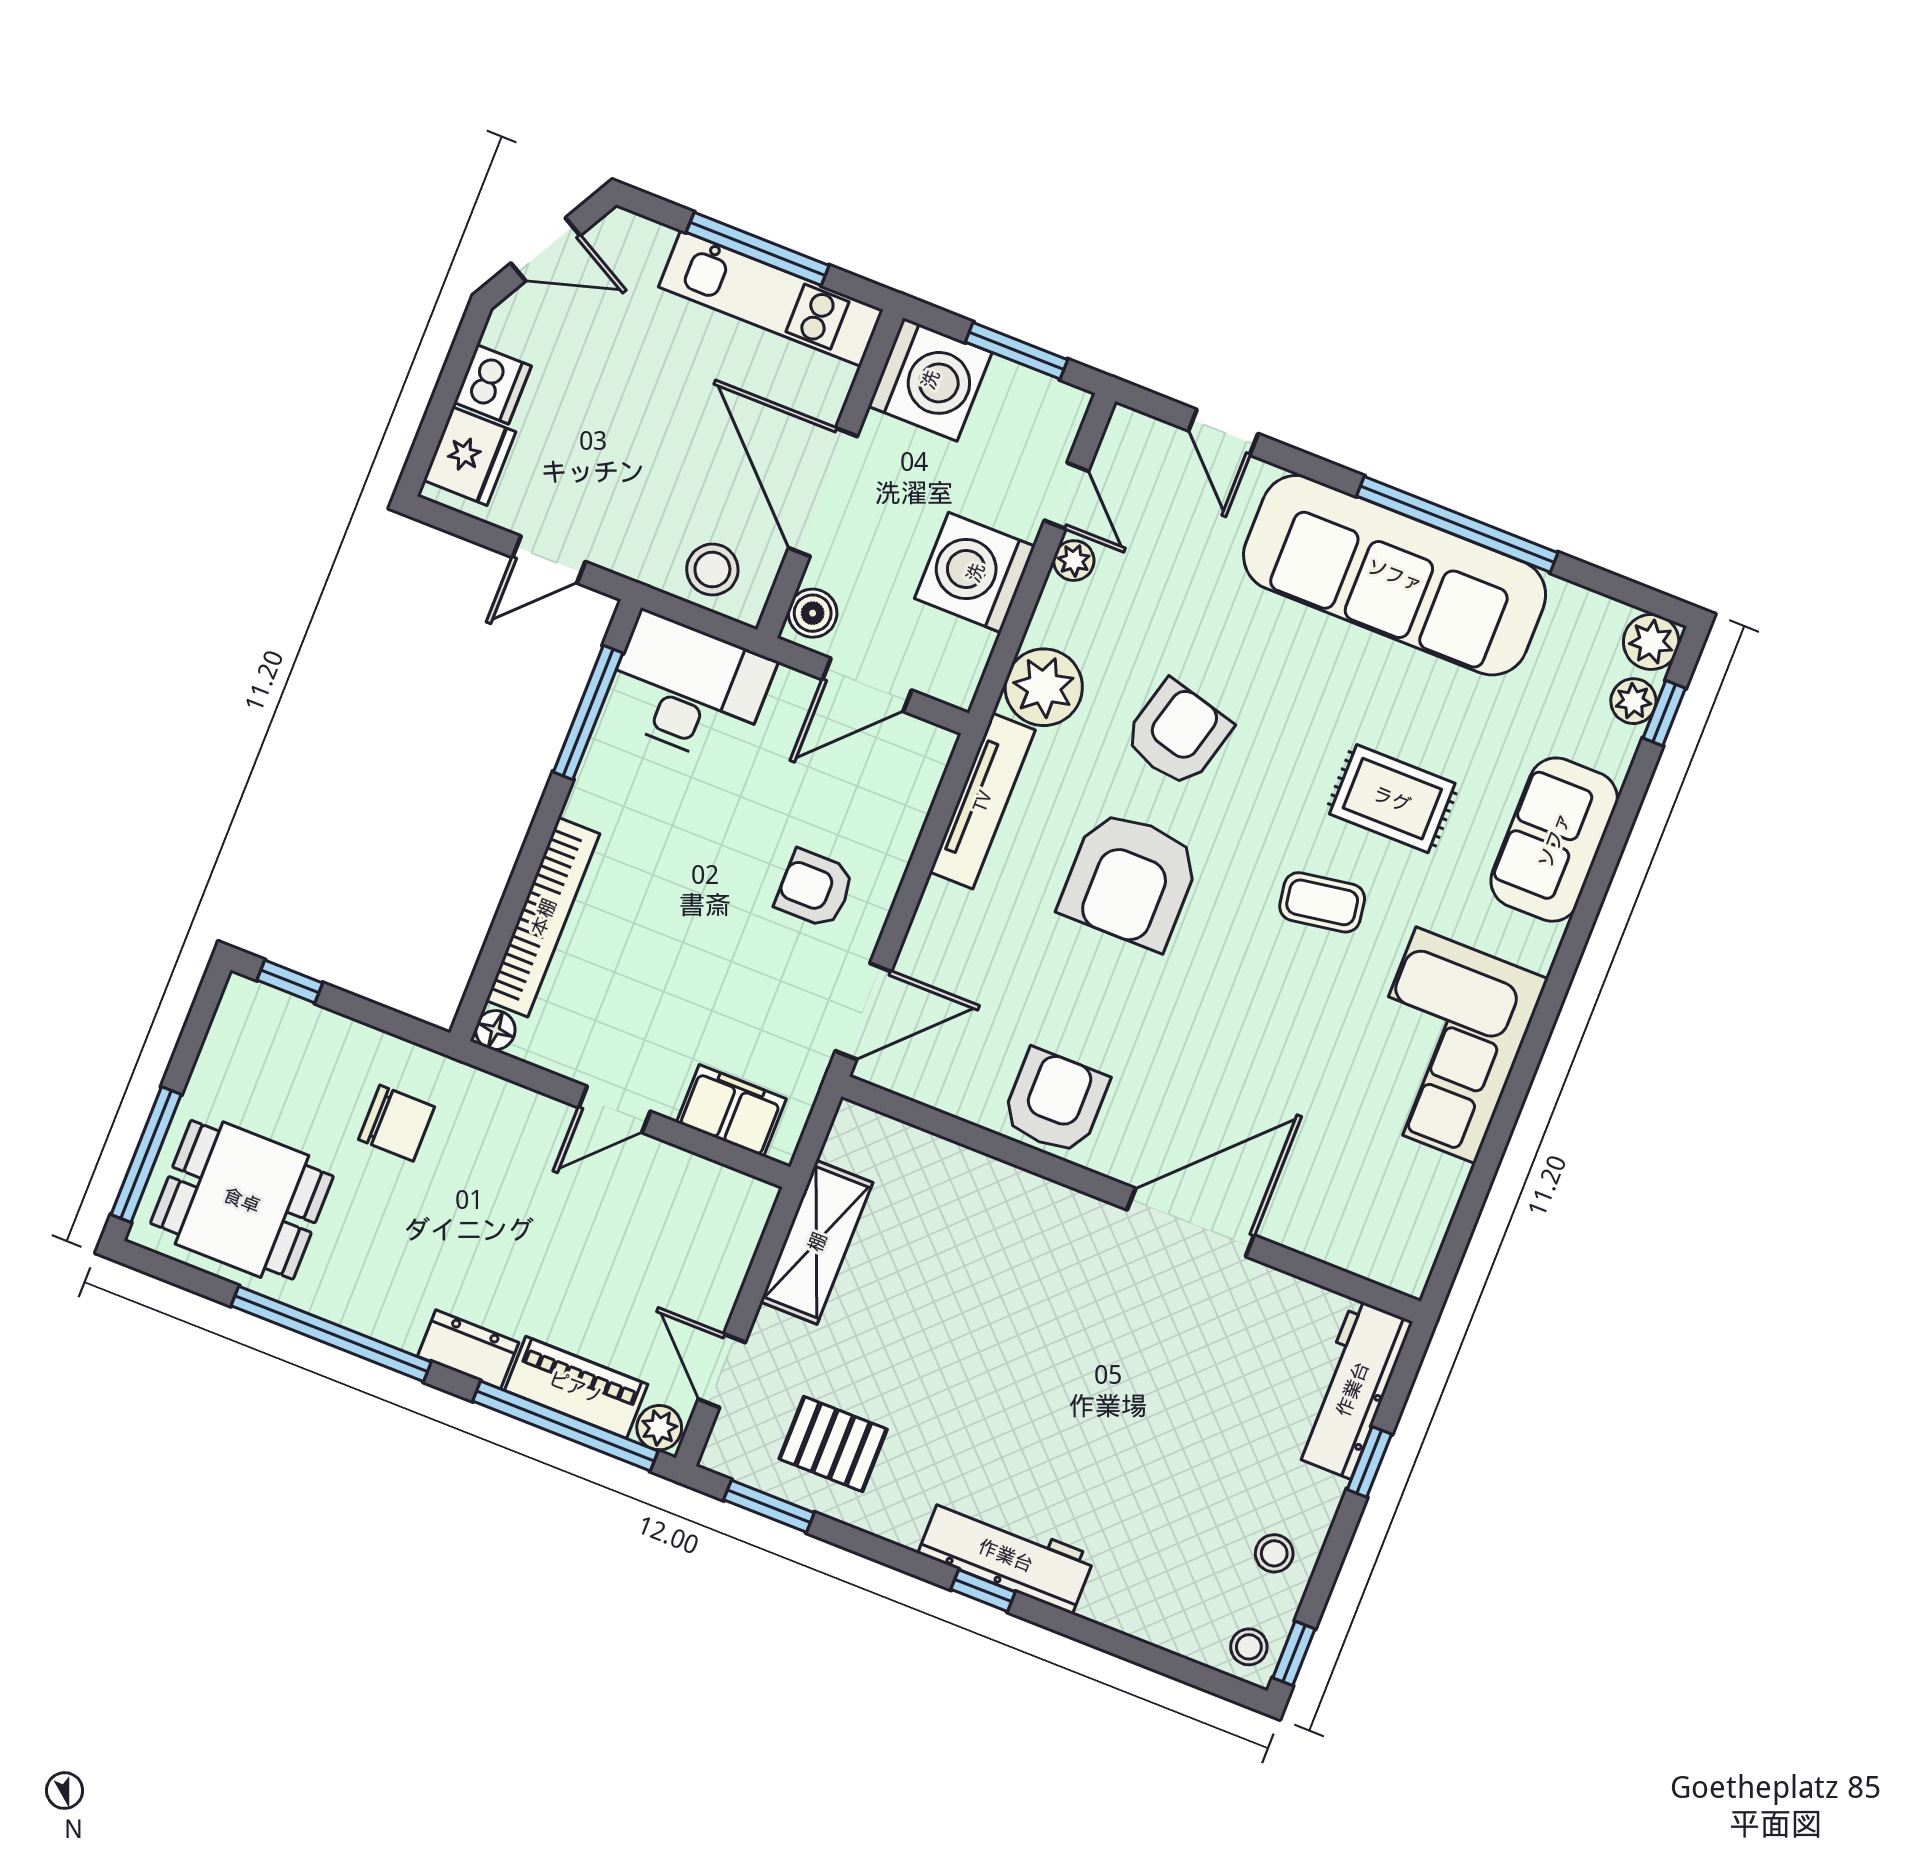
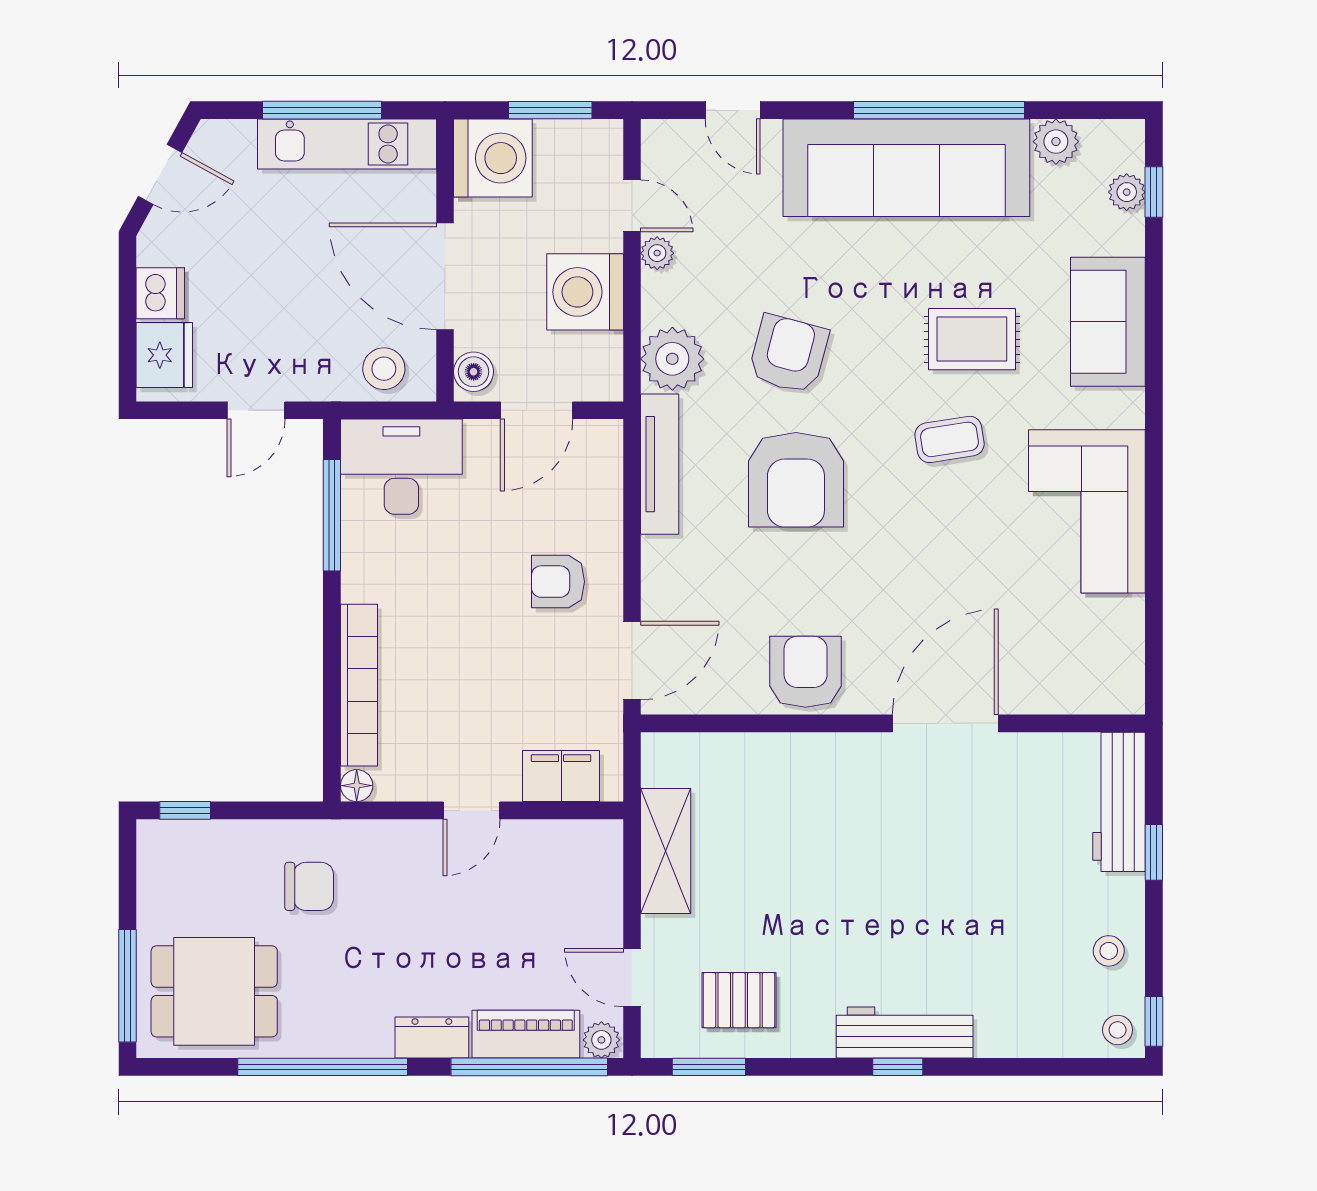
plant: (1651, 642) -> (1056, 142), moved

